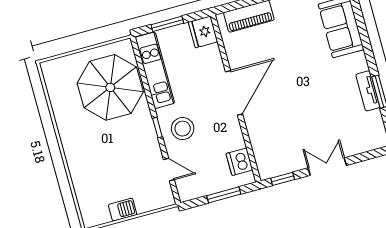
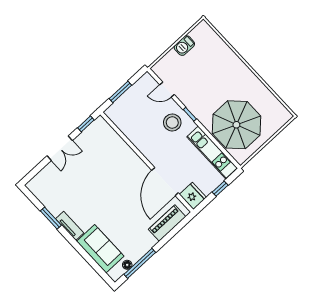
window: (167, 24) -> (220, 189), width x0.67
tv unit: (368, 91) -> (70, 226), moved
door: (234, 93) -> (165, 182), moved
dishwasher: (239, 162) -> (122, 120), removed

